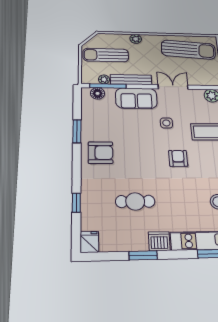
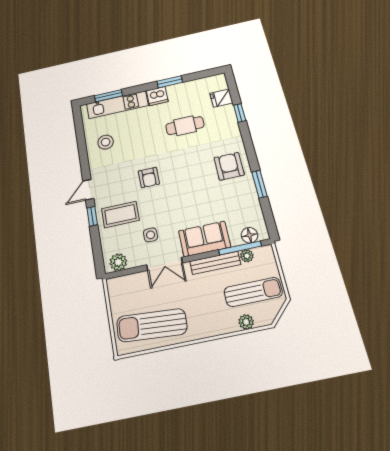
plant: (136, 39) -> (246, 322), moved
side table: (166, 123) -> (150, 235), moved
armchair: (100, 153) -> (229, 166), turned 90
fridge: (89, 242) -> (221, 98), moved, turned 90

